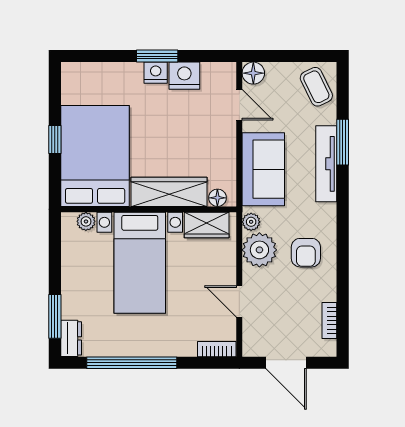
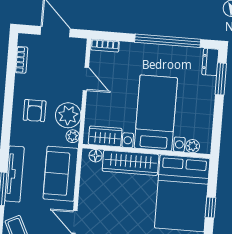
armchair: (306, 253) -> (35, 111), turned 180

